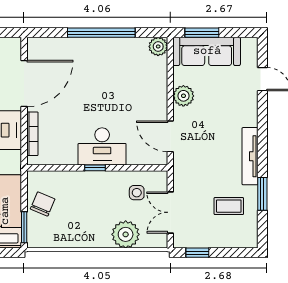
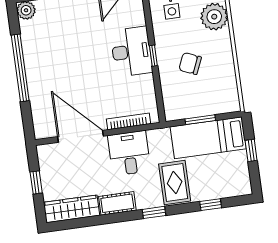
chair: (43, 204) -> (190, 64), moved
window: (24, 227) -> (200, 120), moved

